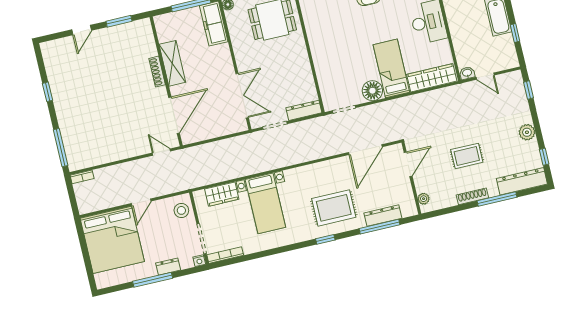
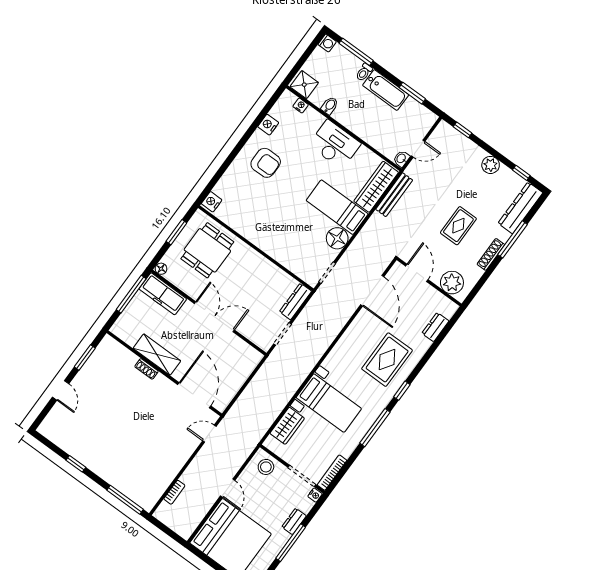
window: (515, 33) -> (412, 93), width x1.50
shoe rack: (157, 72) -> (147, 369), width x0.70
bench: (440, 94) -> (394, 195), added
double door: (242, 96) -> (214, 317), moved
bookcase: (82, 177) -> (174, 492), moved
plant: (424, 199) -> (452, 283), width x1.88, depth x1.88
dresser: (383, 216) -> (435, 327), width x0.70
window: (380, 227) -> (375, 428), moved

